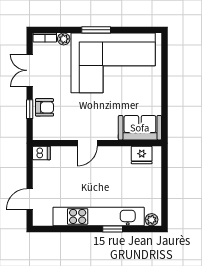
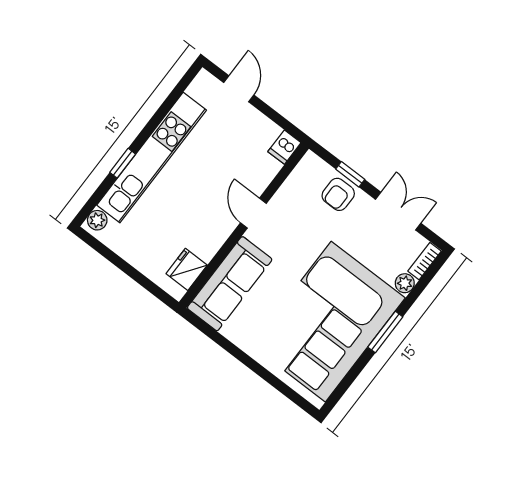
sofa: (140, 128) -> (230, 284), width x1.36

